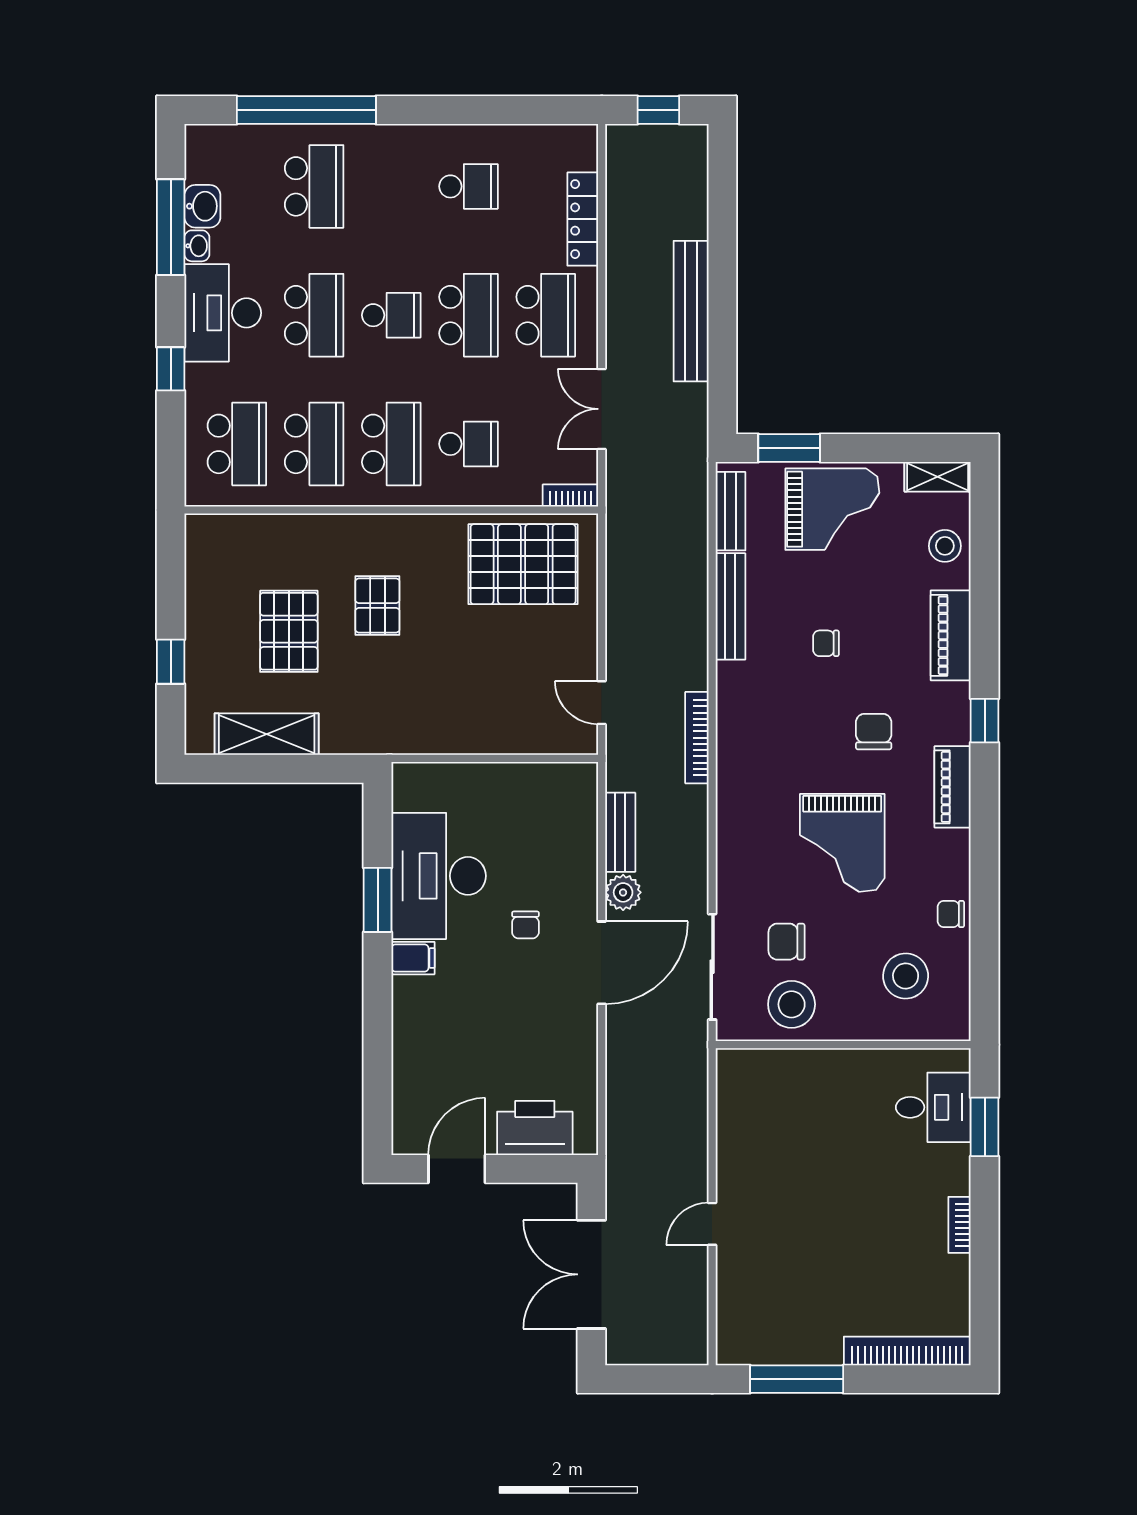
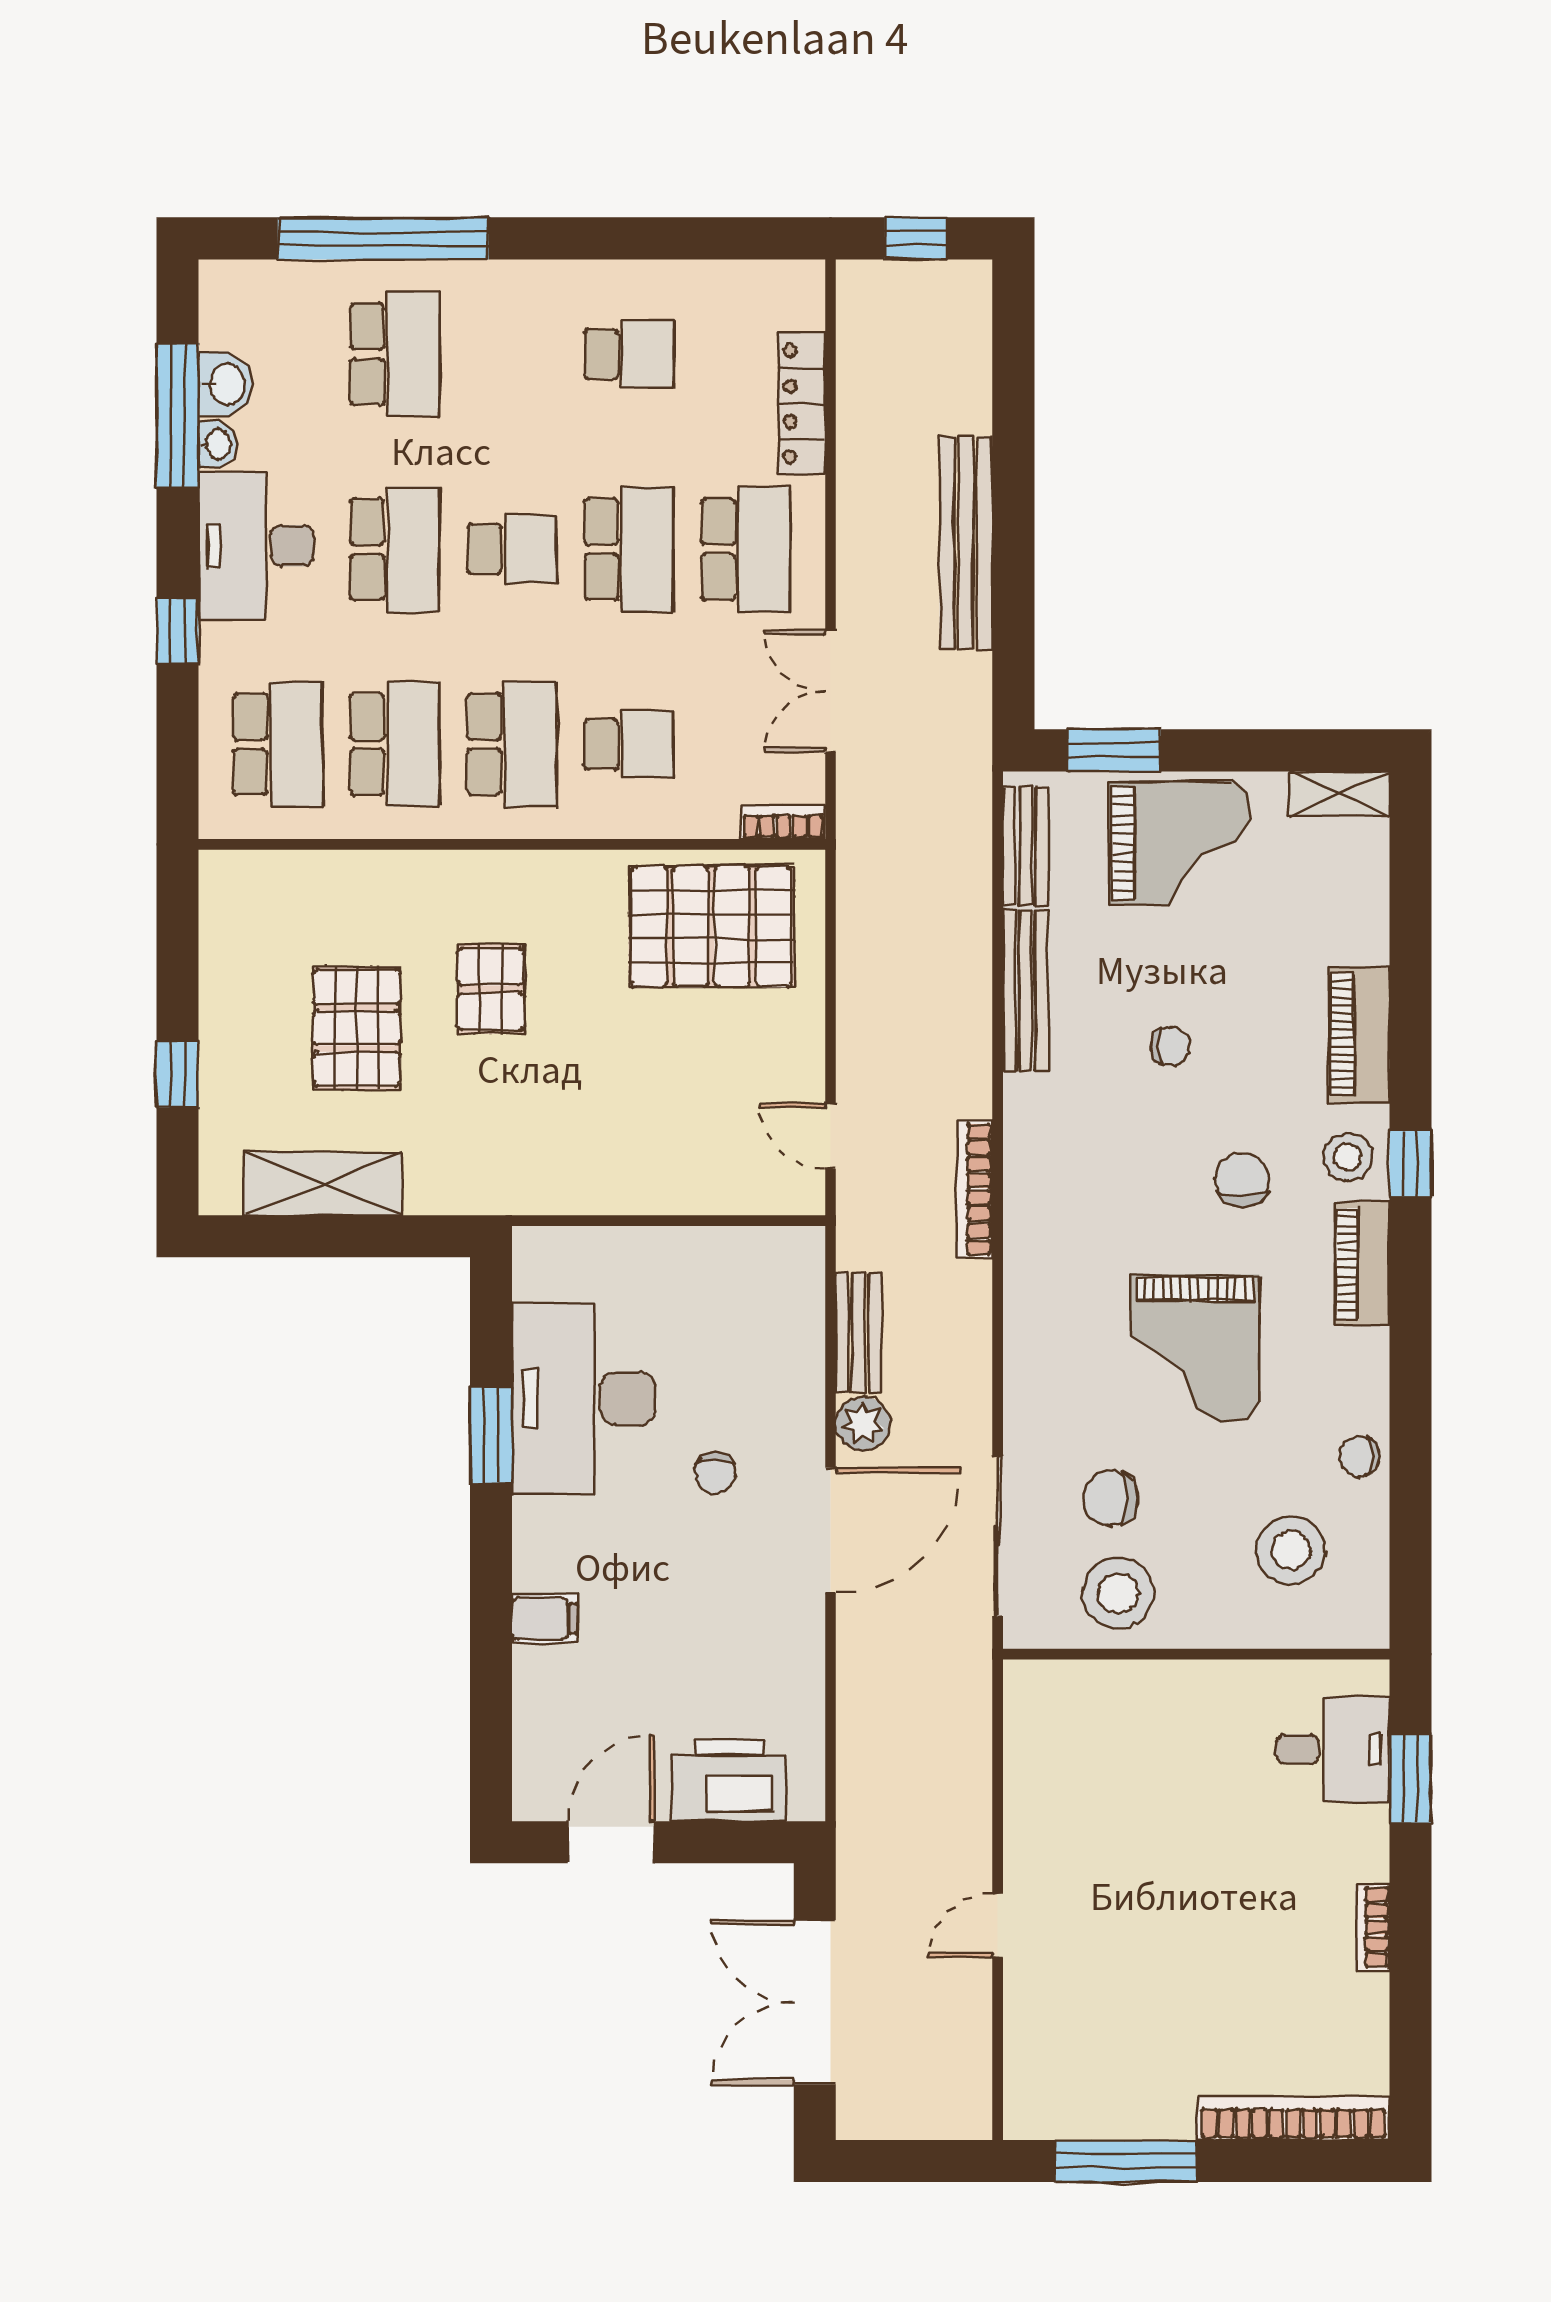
stool: (945, 546) -> (1347, 1157), moved
chair: (826, 643) -> (1170, 1046), turned 180
filing cabinet: (413, 958) -> (545, 1619), moved

